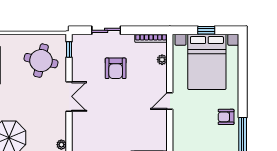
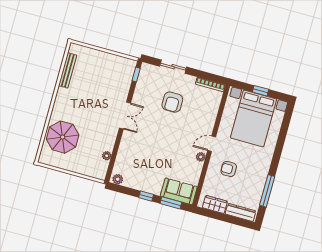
plant: (162, 60) -> (201, 157), moved
round table: (41, 61) -> (109, 77), removed
armchair: (226, 117) -> (229, 169), moved

